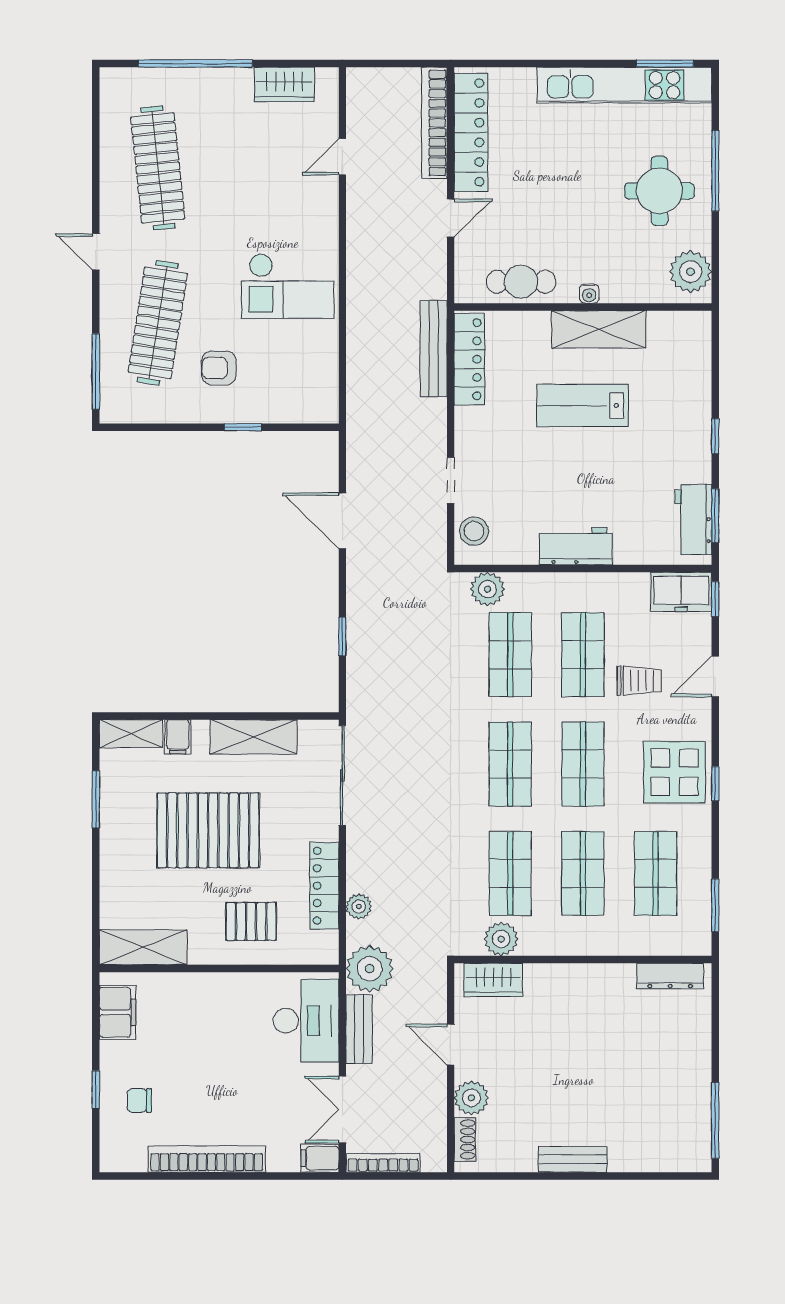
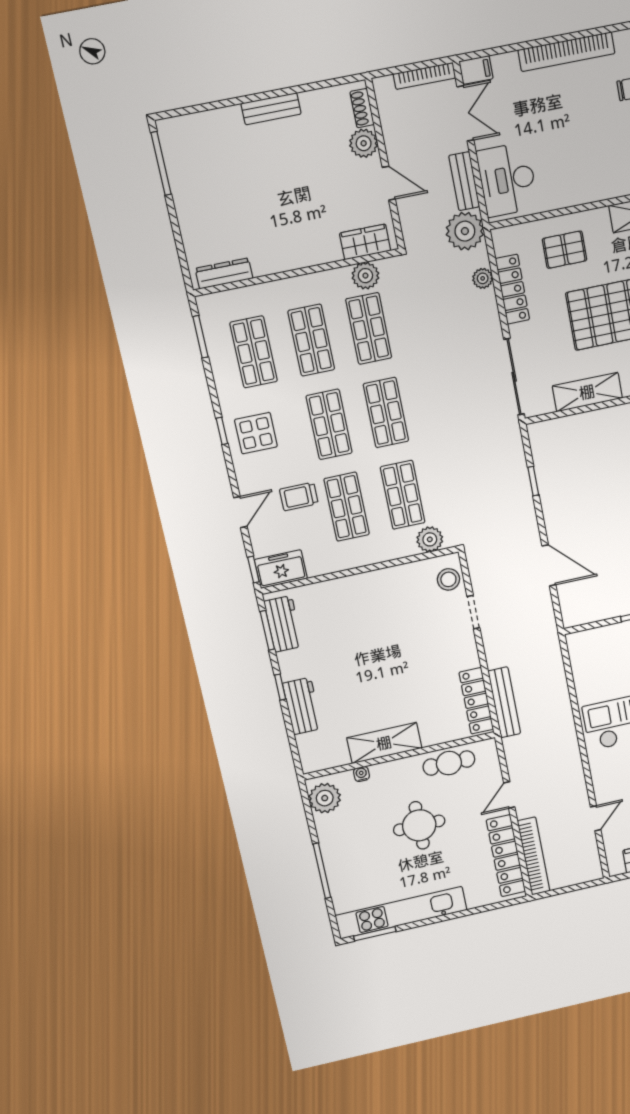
round table: (659, 191) -> (419, 825), moved
water cooler: (589, 294) -> (361, 774), moved
lab bench: (583, 405) -> (385, 687), removed
workbench: (576, 546) -> (302, 706), moved, turned -90
display table: (674, 772) -> (256, 433), width x0.73, depth x0.73

